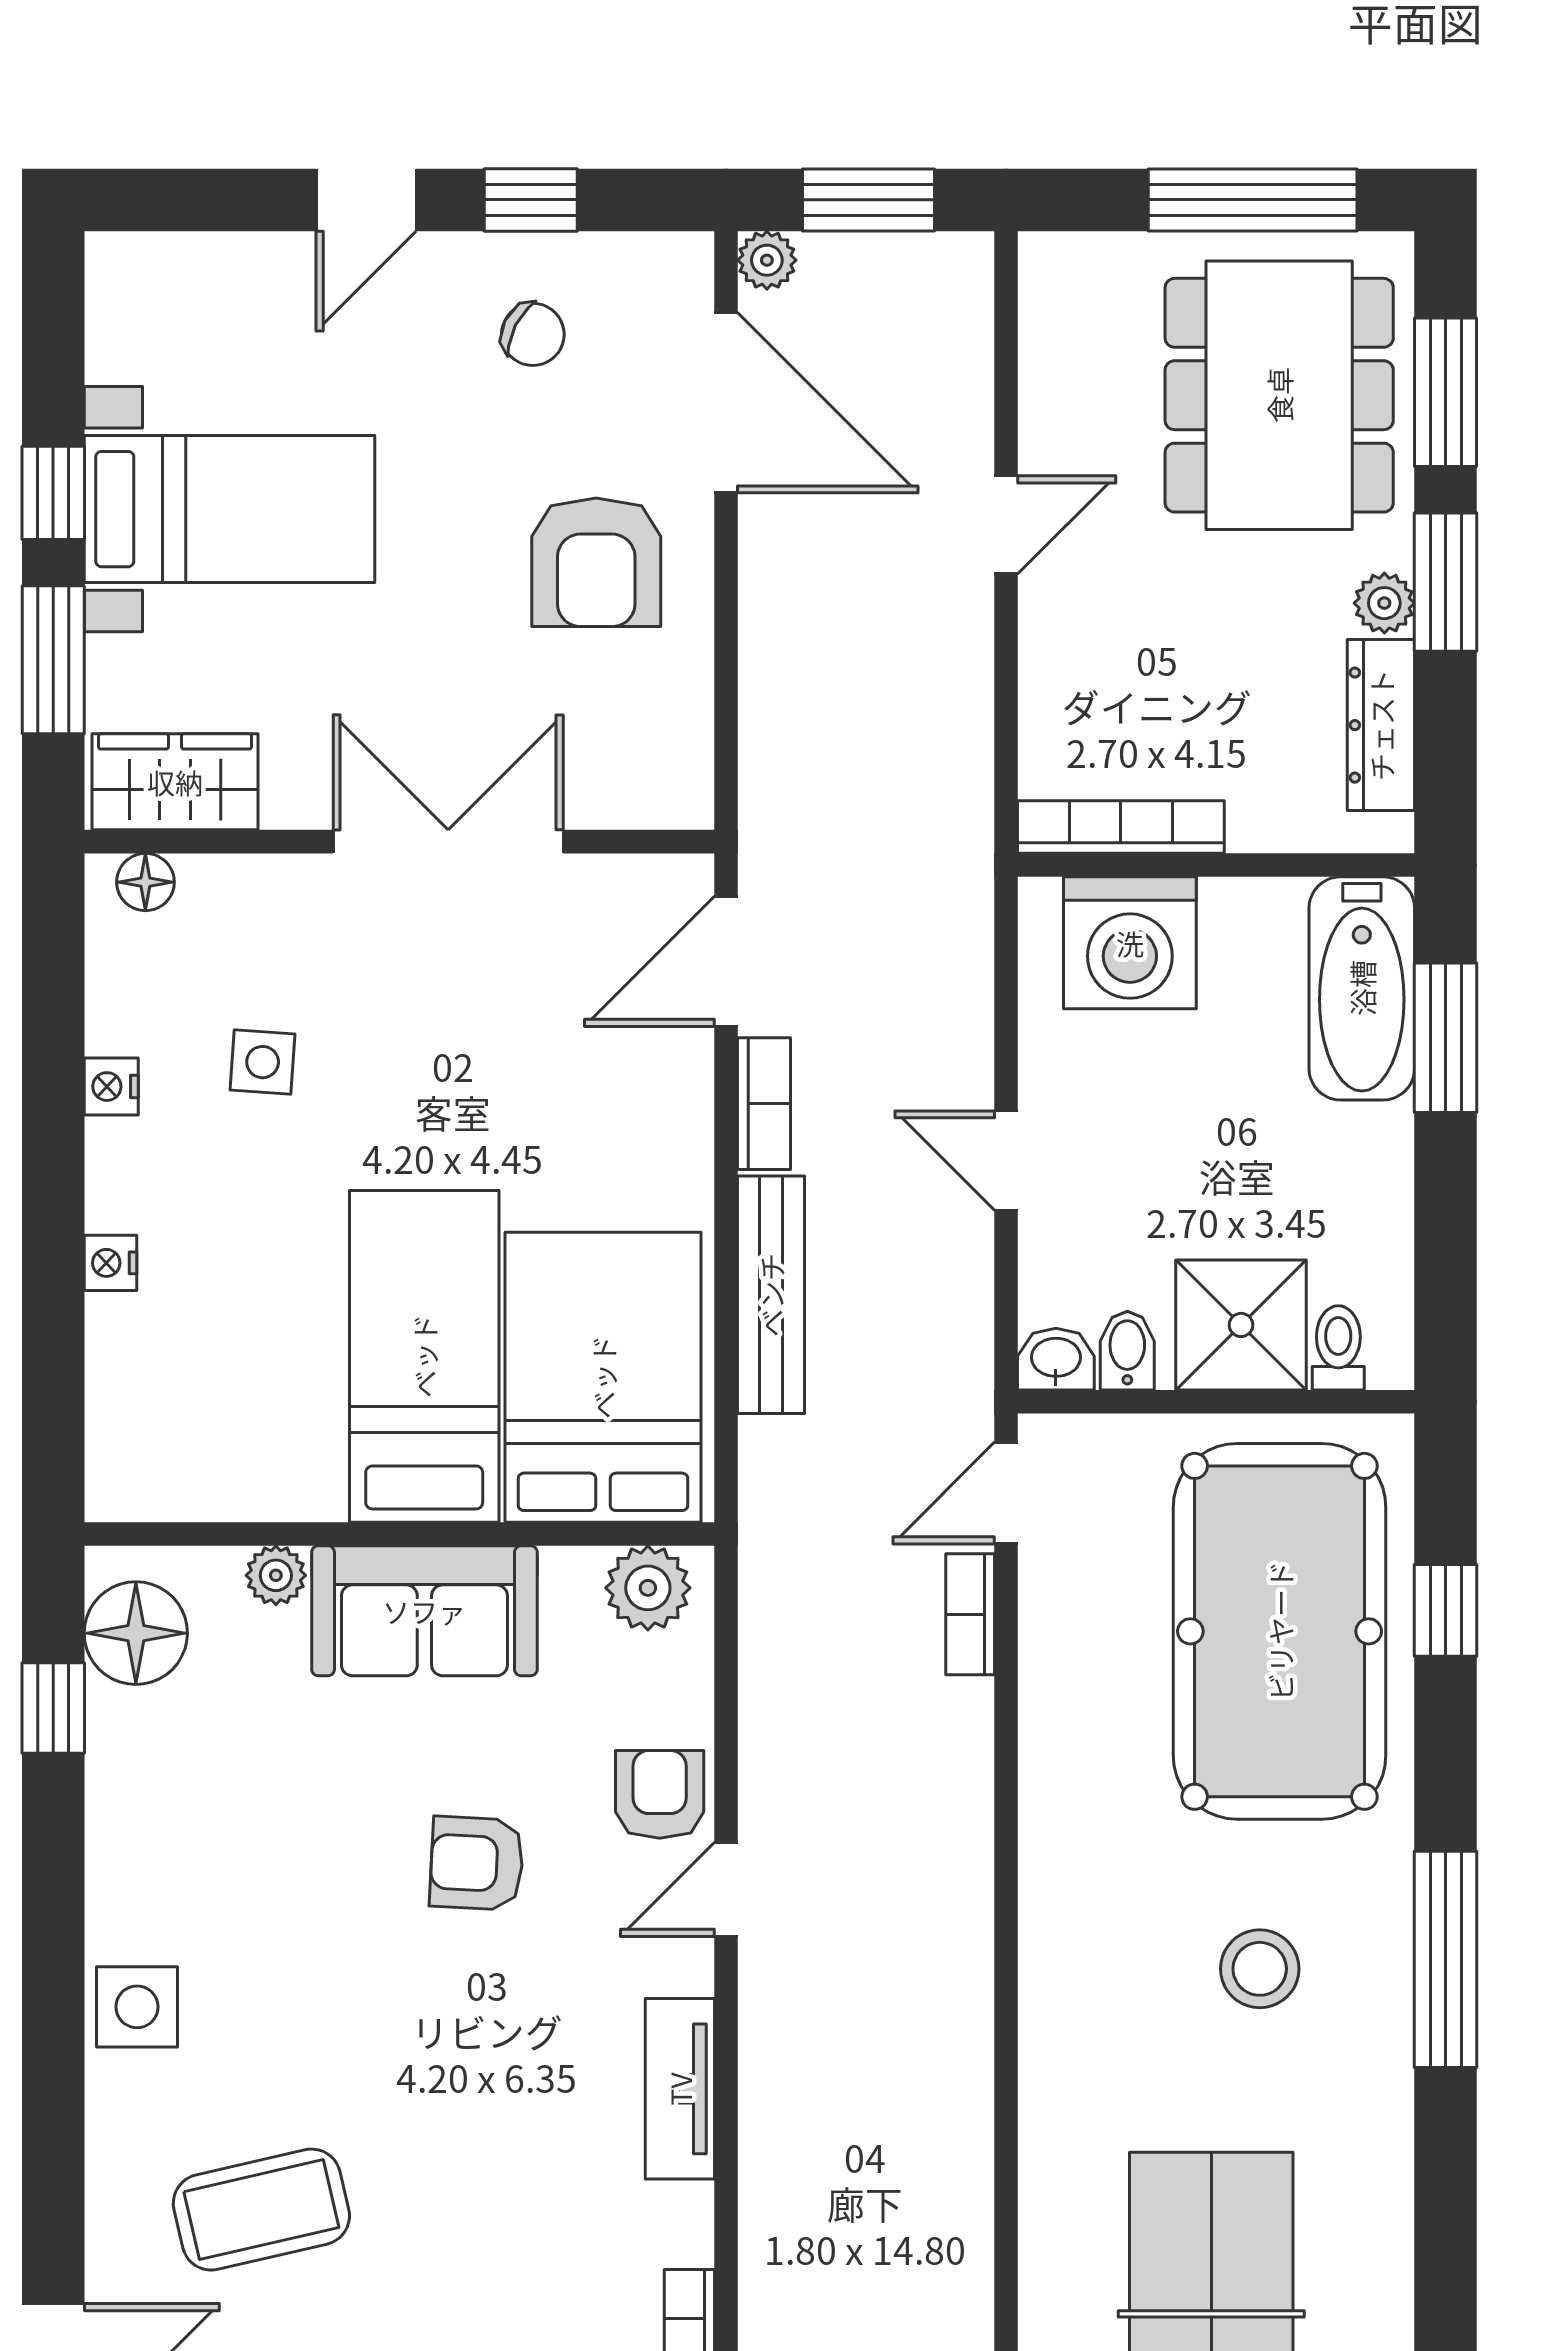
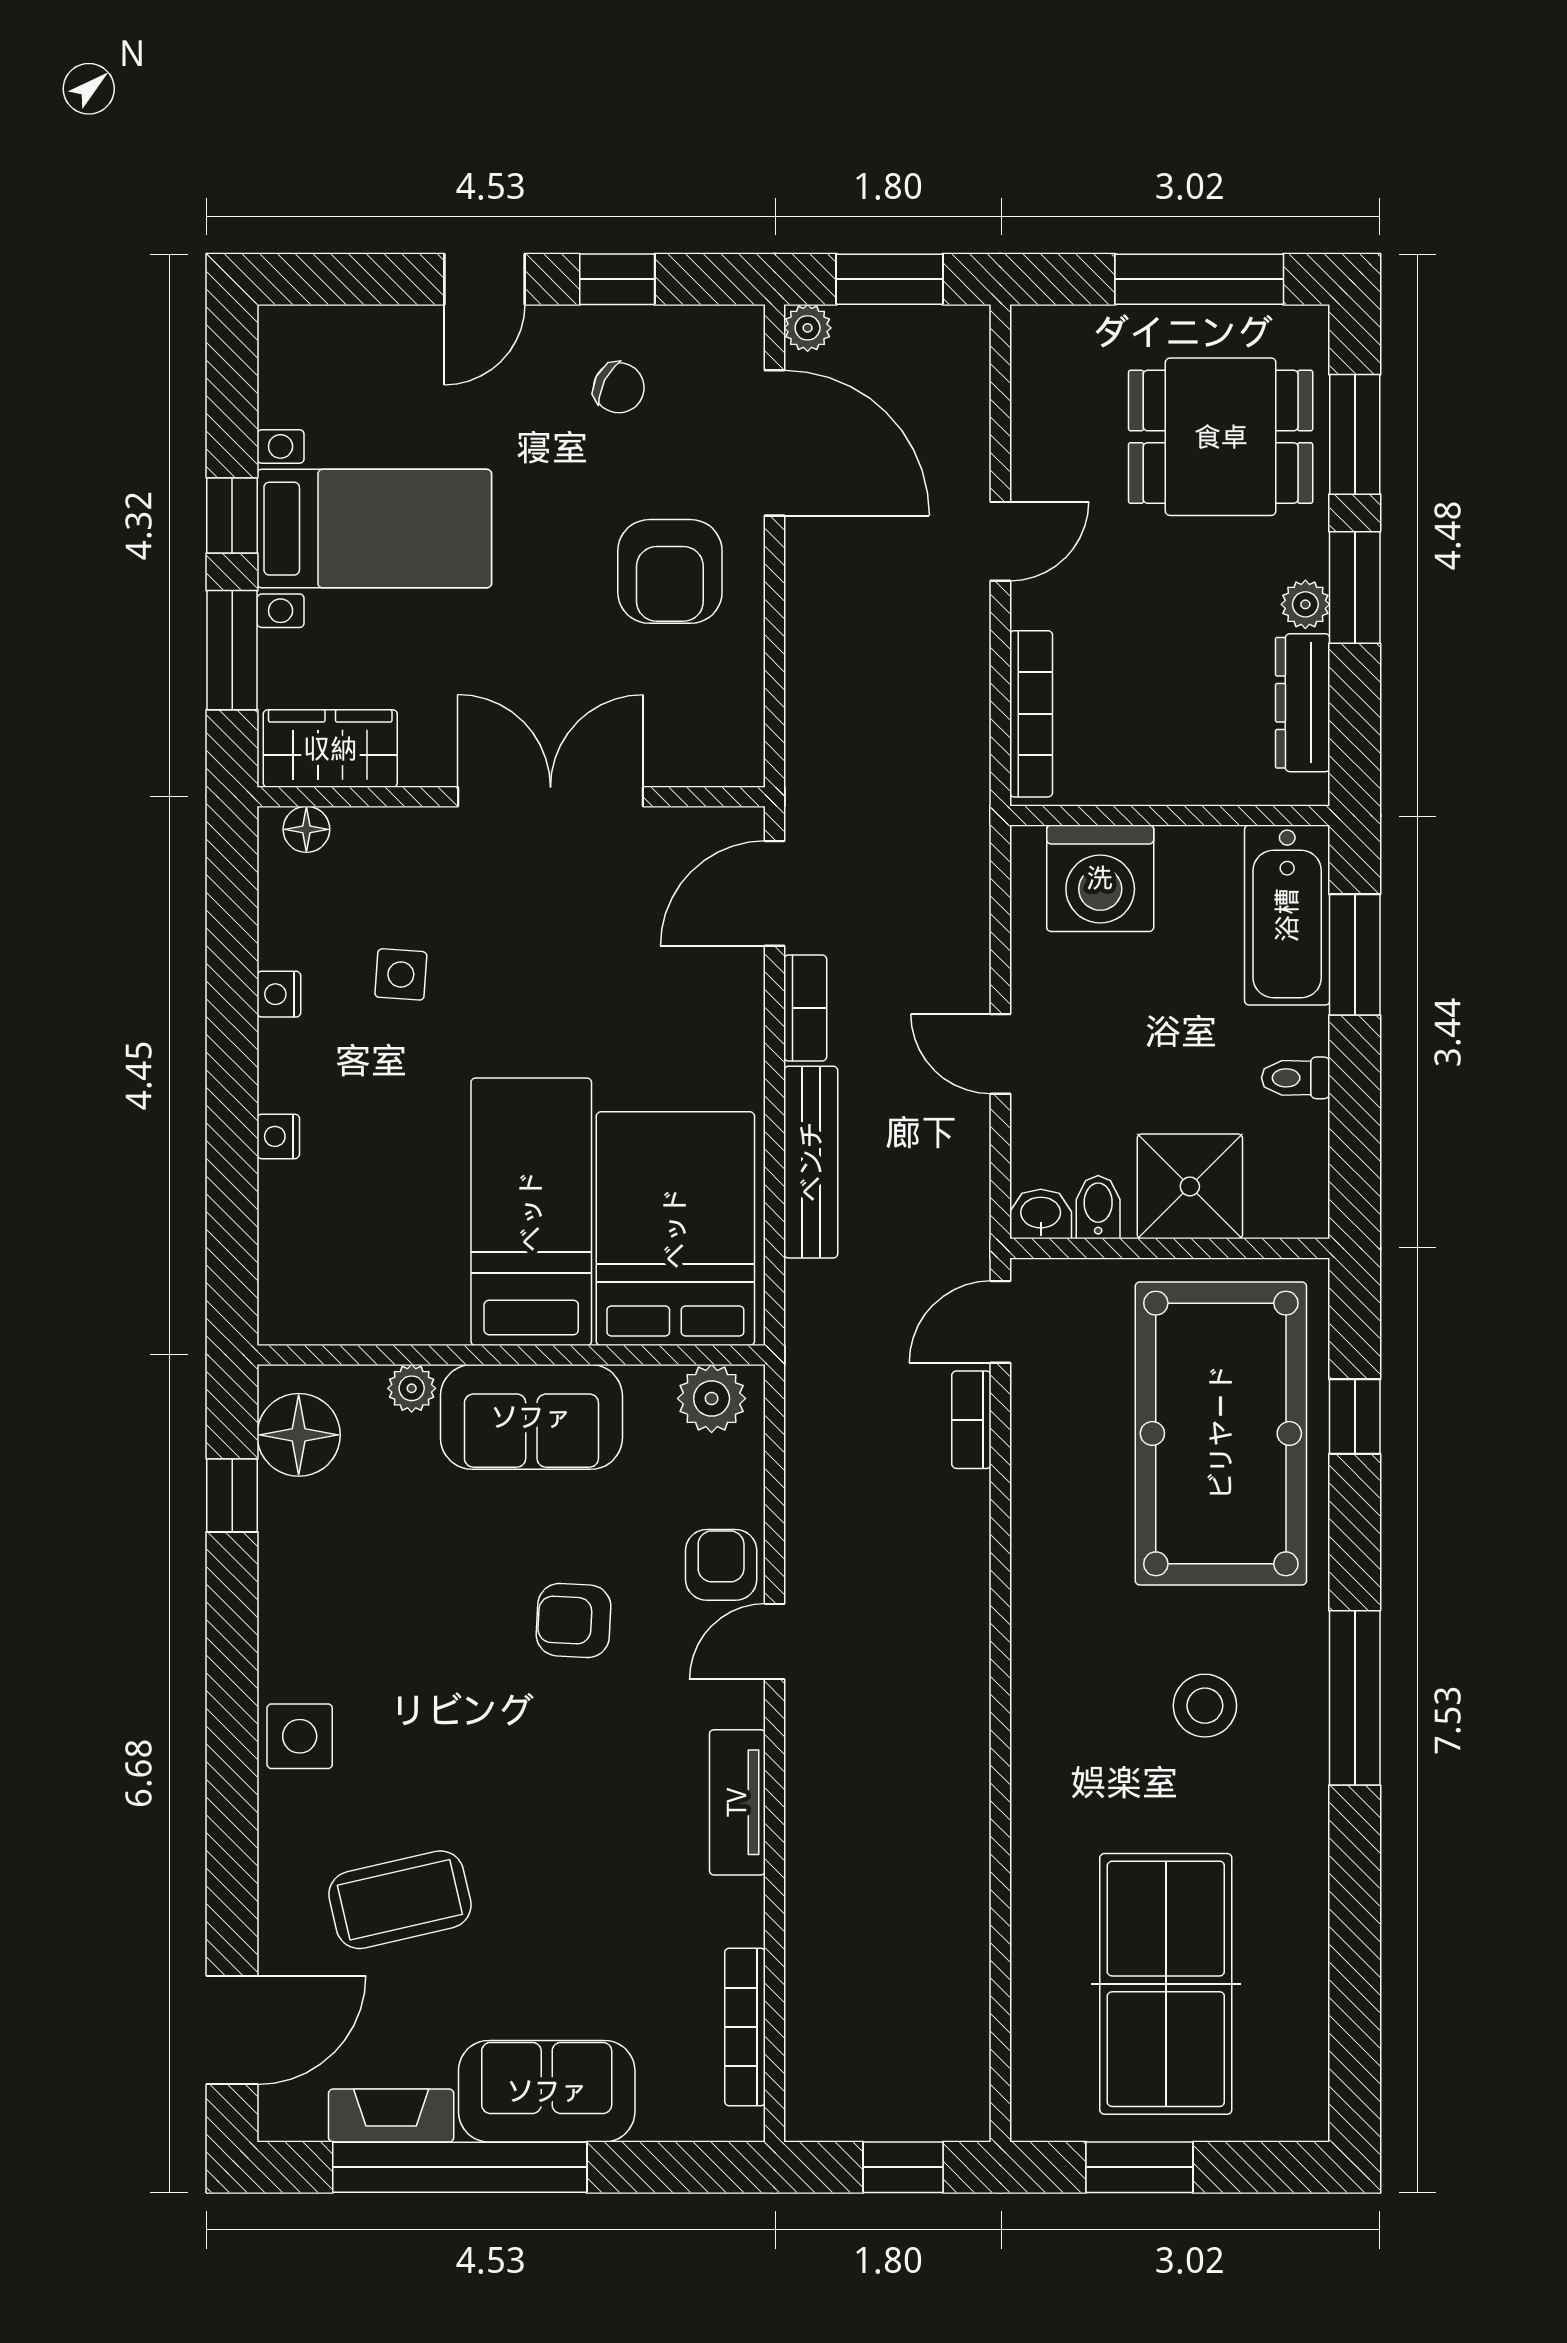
dining table: (1279, 395) -> (1221, 437), width x0.73
bookcase: (1121, 827) -> (1031, 714), moved, turned 90
toilet: (1338, 1348) -> (1296, 1078), moved, turned -90

